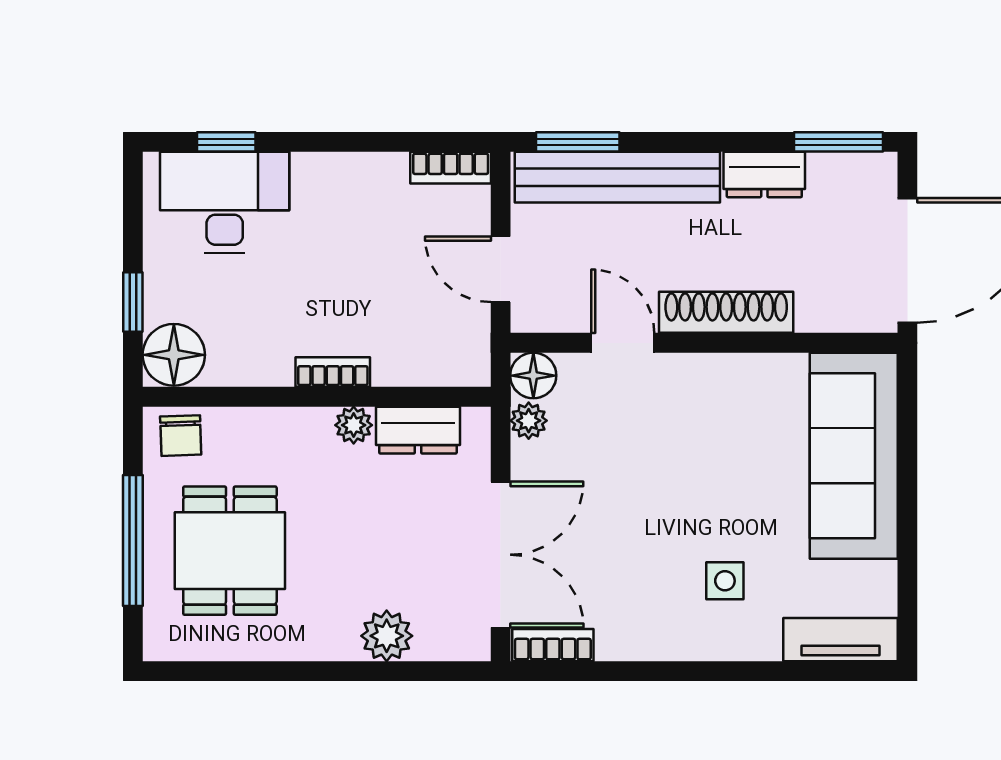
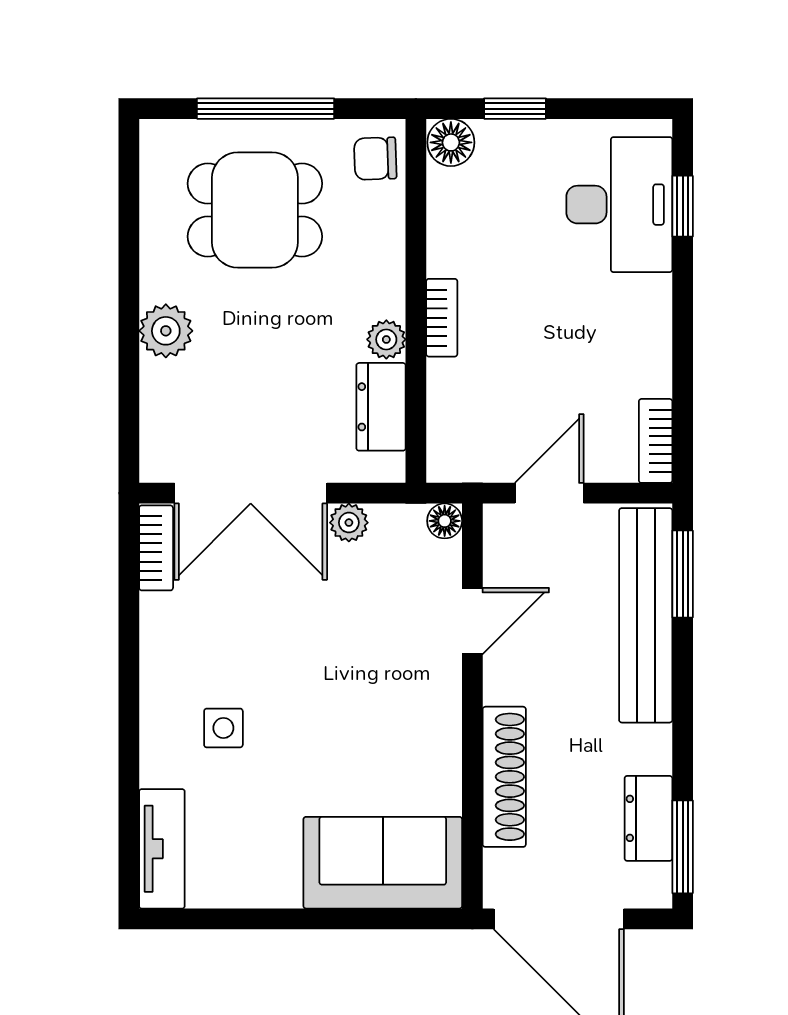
dresser: (764, 174) -> (648, 818), moved
shoe rack: (726, 312) -> (504, 777), moved
floor lamp: (174, 355) -> (451, 142), width x0.73, depth x0.73
floor lamp: (533, 376) -> (445, 521), width x0.73, depth x0.73
plant: (529, 421) -> (349, 523), moved
sofa: (854, 456) -> (383, 863), width x0.73
plant: (387, 636) -> (166, 331), moved

